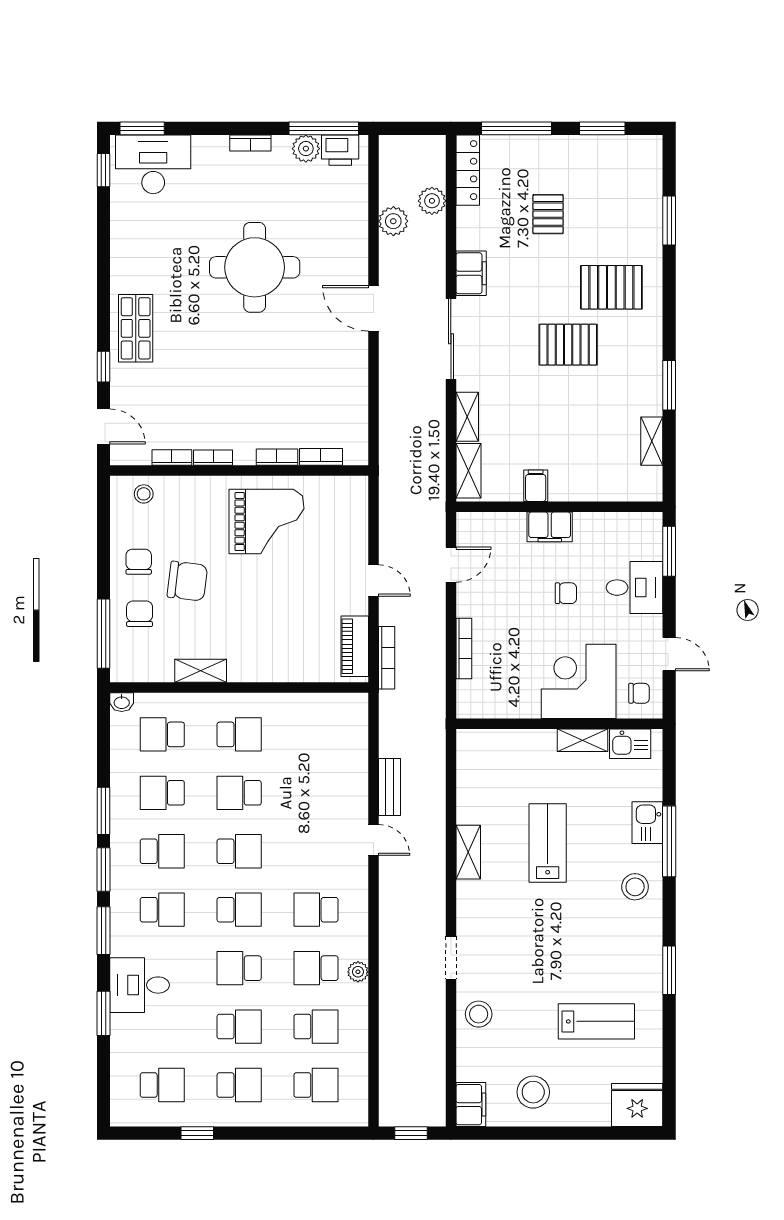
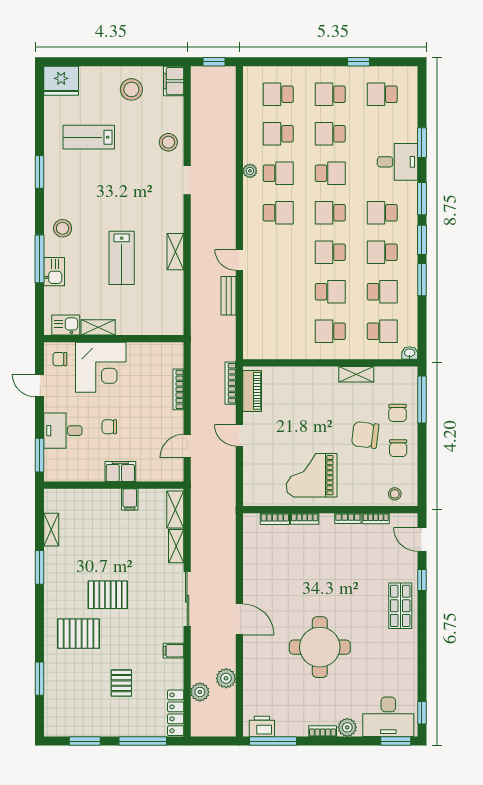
plant: (306, 149) -> (347, 727), moved
filing cabinet: (471, 273) -> (173, 651), width x0.50

